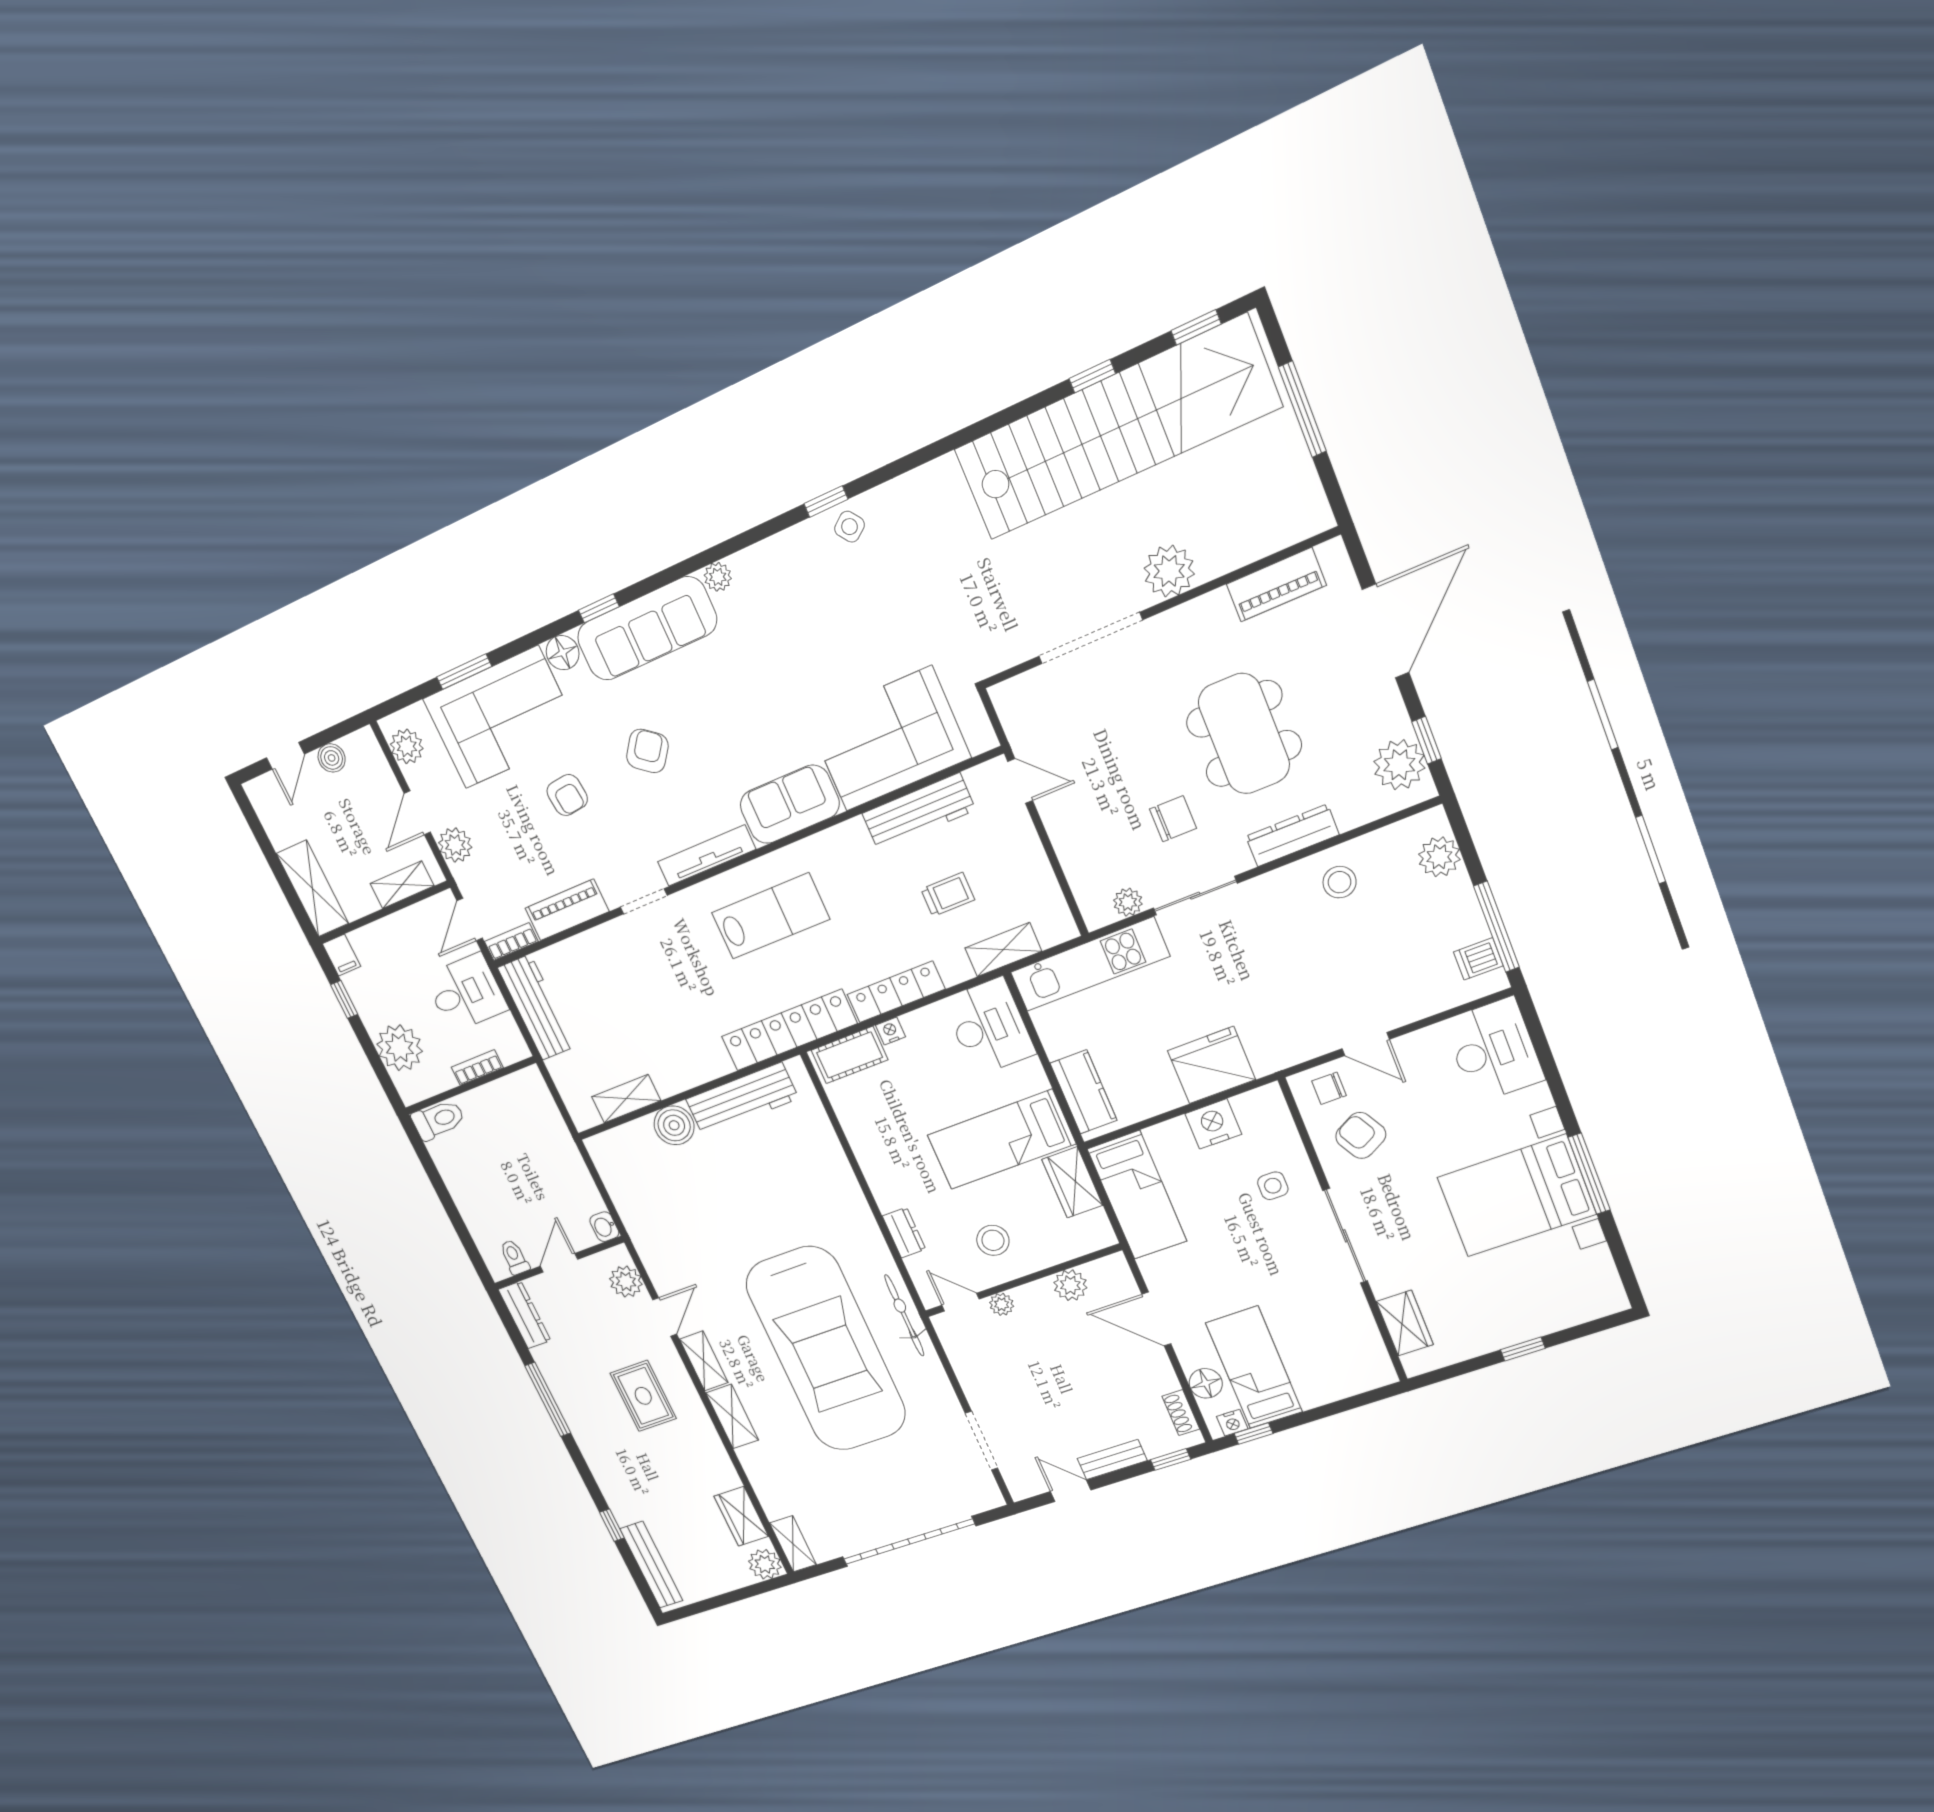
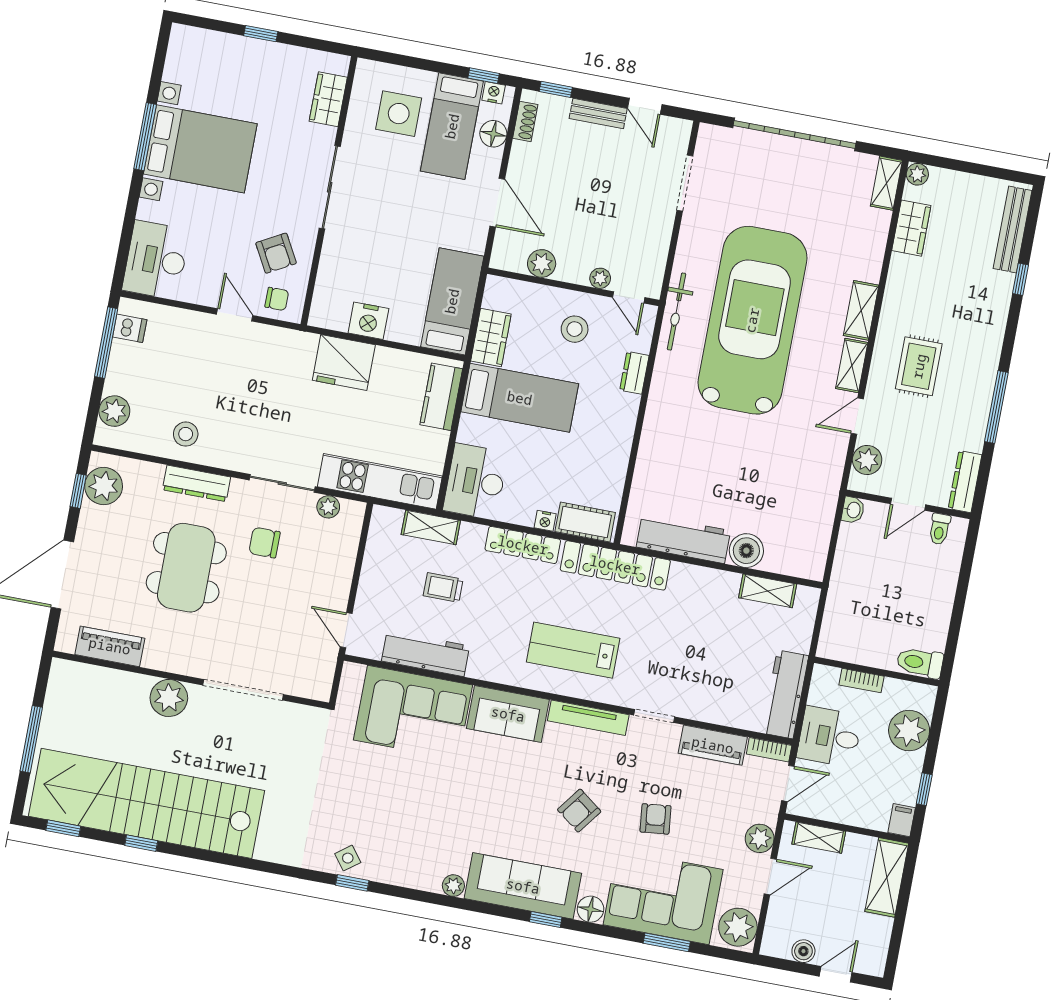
plant: (407, 746) -> (738, 927), width x1.36, depth x1.36
side table: (1273, 1186) -> (399, 114), moved, width x1.87, depth x1.87
plant: (765, 1564) -> (917, 174), width x0.73, depth x0.73

